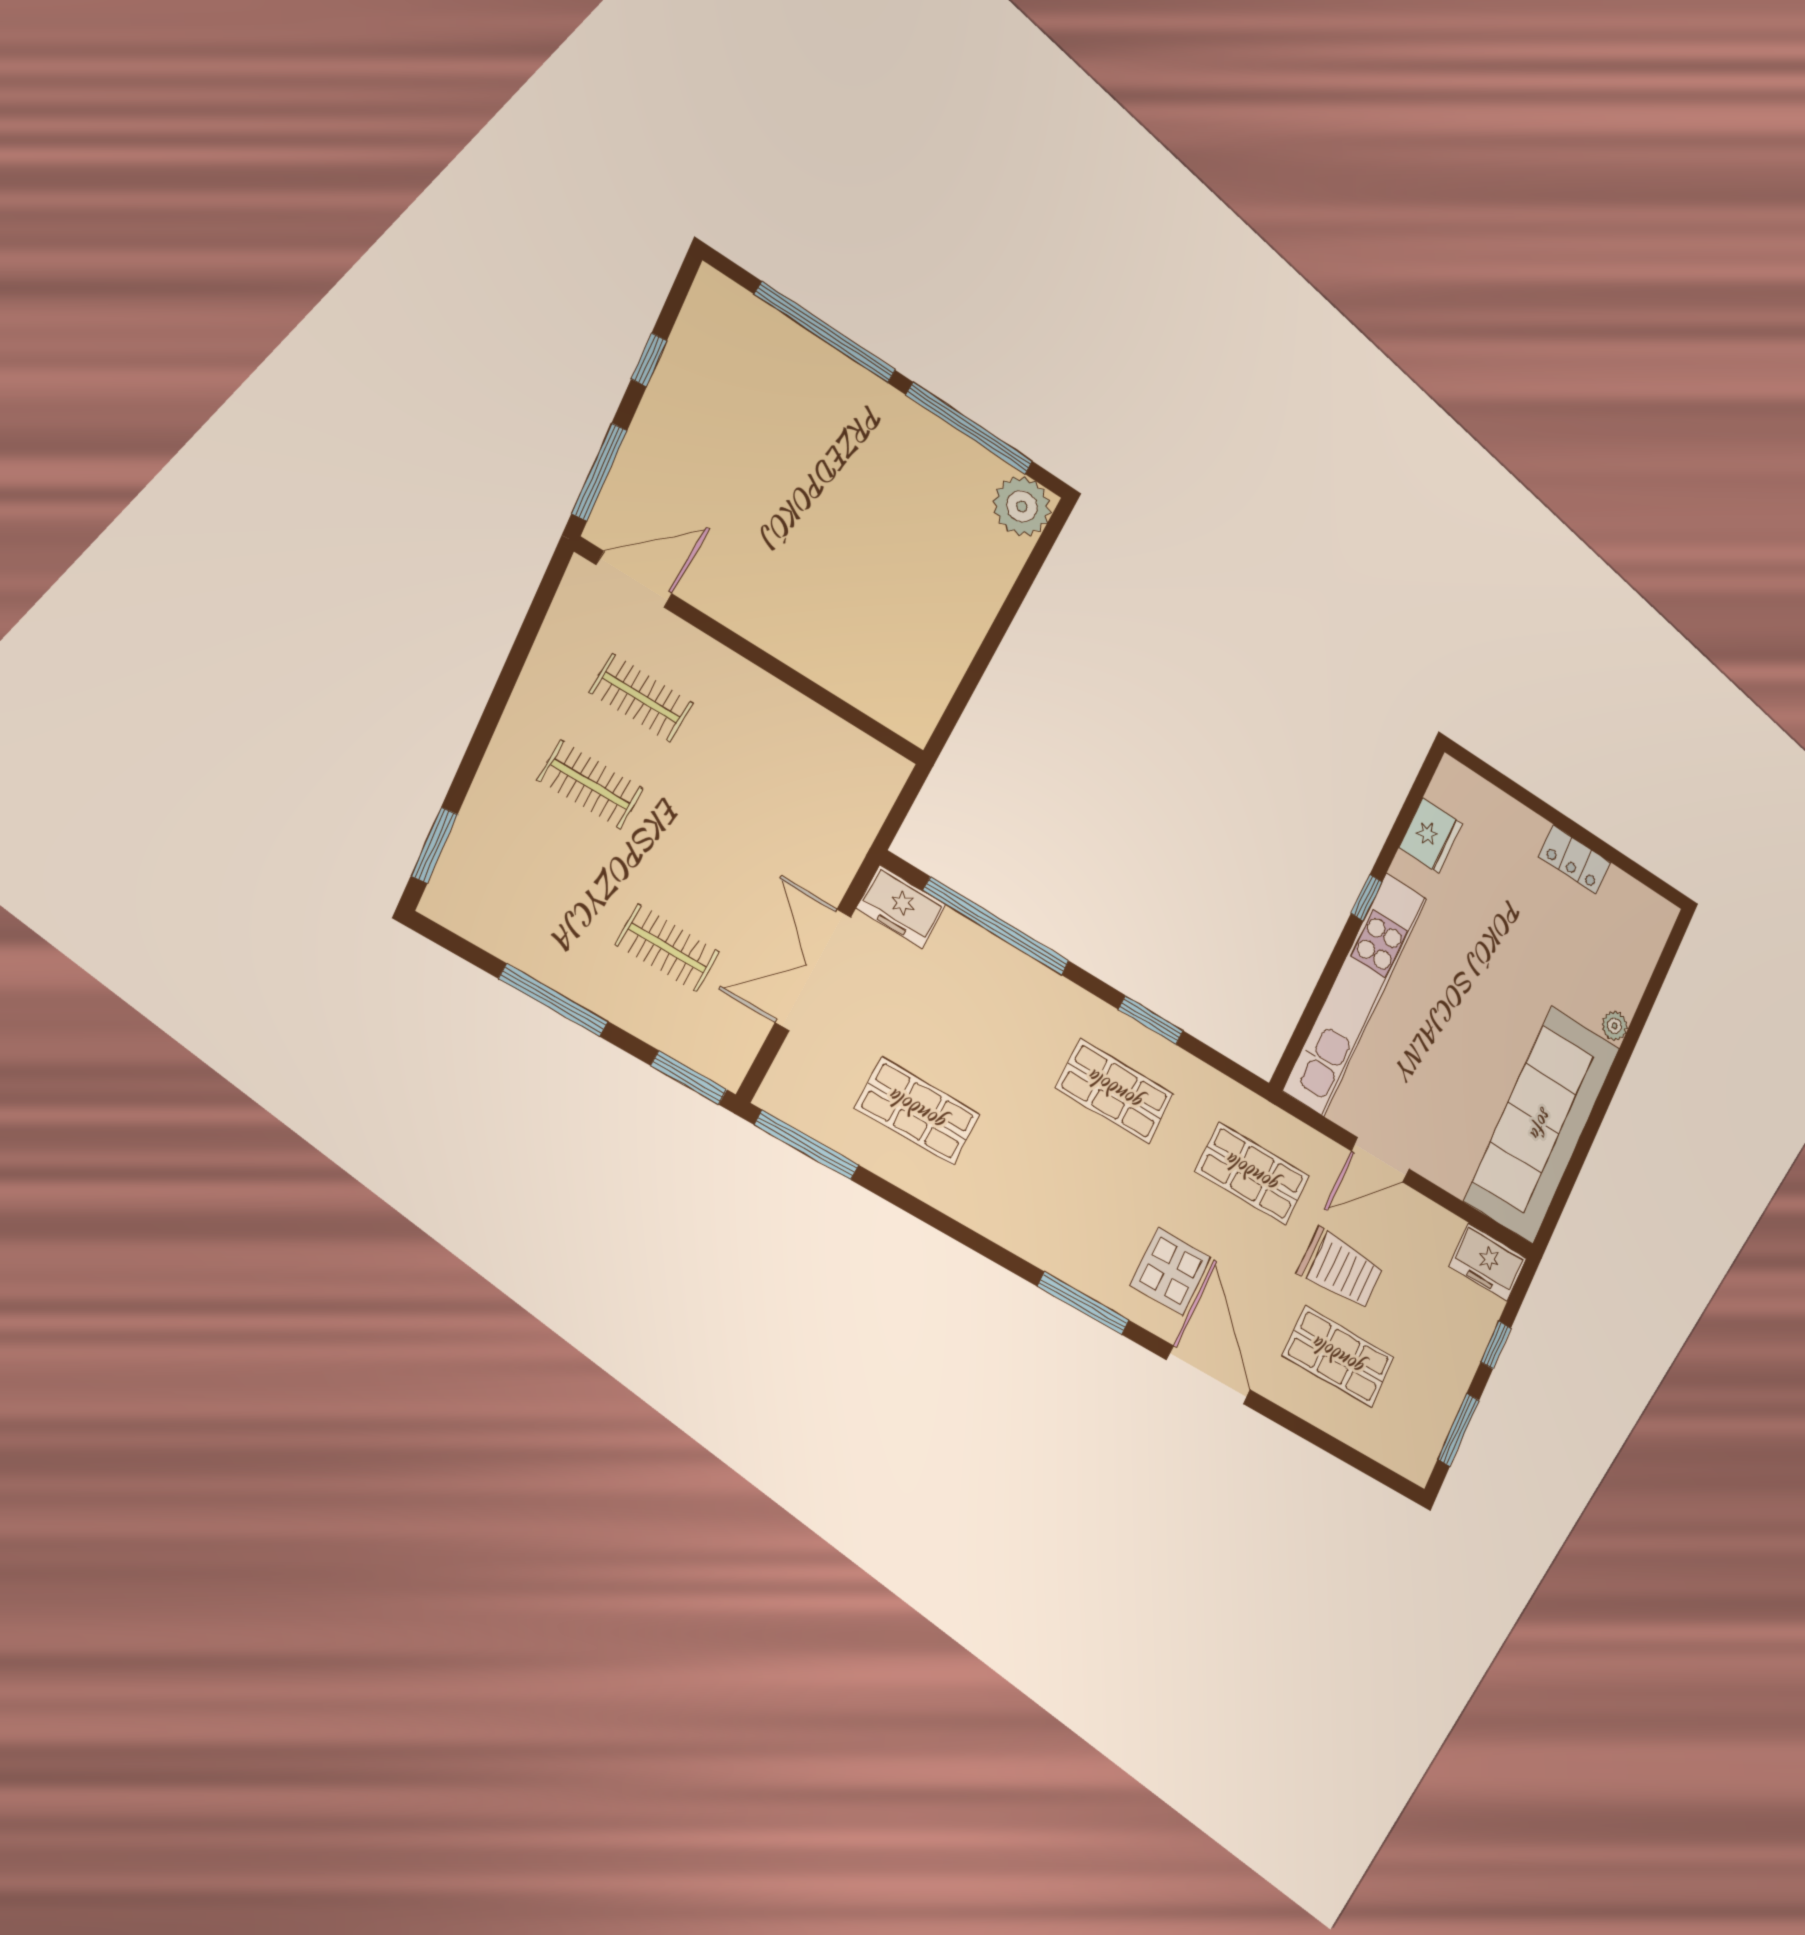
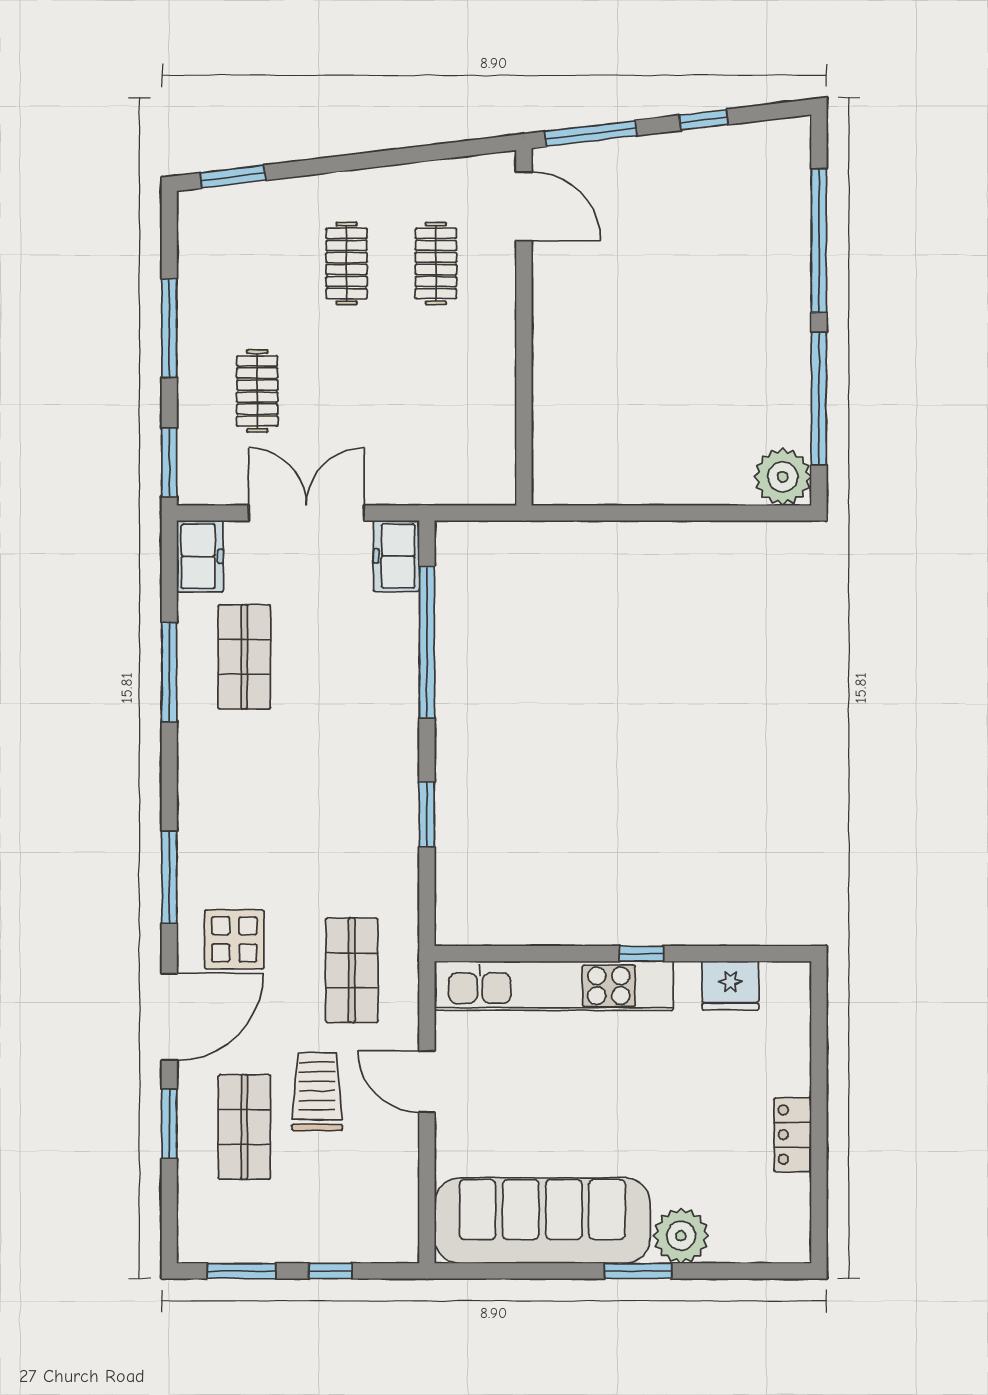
plant: (1615, 1026) -> (681, 1236), width x1.87, depth x1.87
window: (1620, 1063) -> (638, 1271), added
shop shelf: (1115, 1091) -> (352, 814), removed
window: (807, 1145) -> (169, 672), moved
freezer: (1488, 1262) -> (200, 556), moved, turned 180
trolley: (1341, 1269) -> (317, 1092), turned 180
window: (1302, 1428) -> (169, 1124), added

